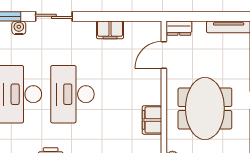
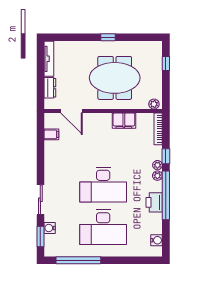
dresser: (179, 28) -> (50, 88), moved
filing cabinet: (110, 30) -> (51, 134), moved, width x0.50

